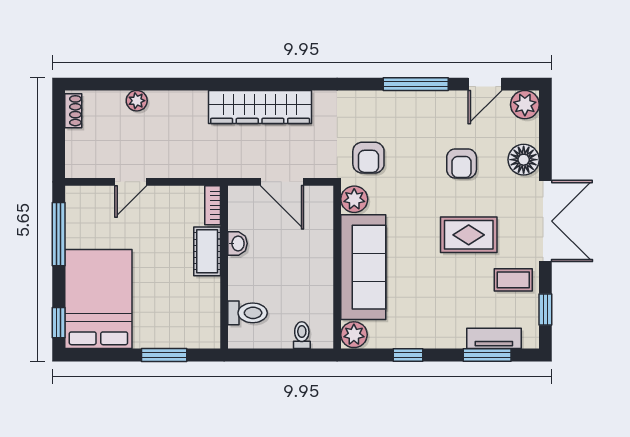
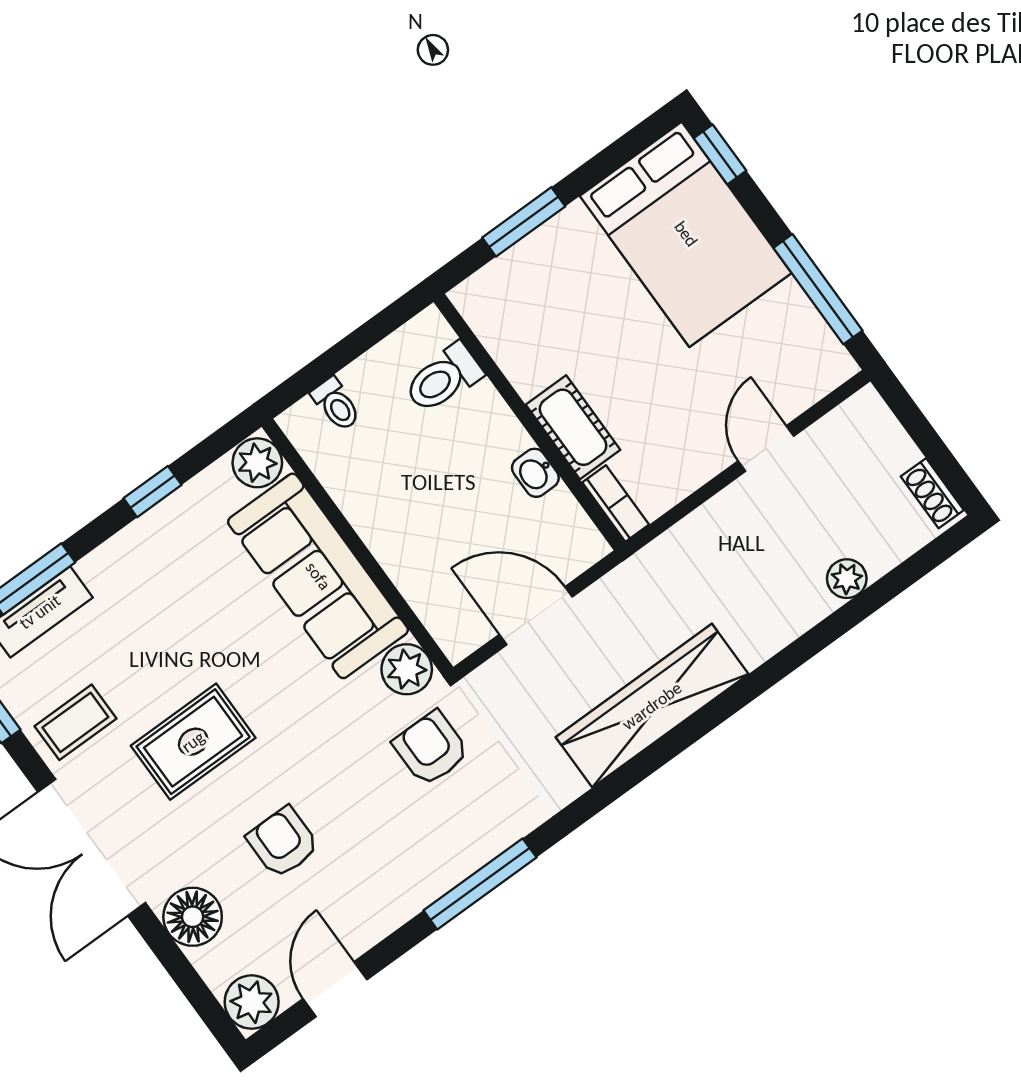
window: (416, 84) -> (480, 884), moved

